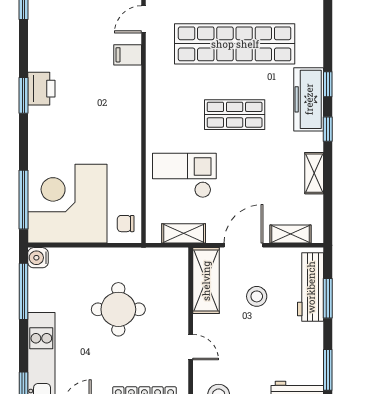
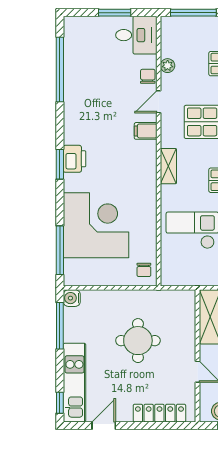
corner desk: (67, 204) -> (96, 225), moved, turned 90
chair: (126, 224) -> (144, 270), turned -90
shelving: (184, 233) -> (168, 166), moved, turned 90

